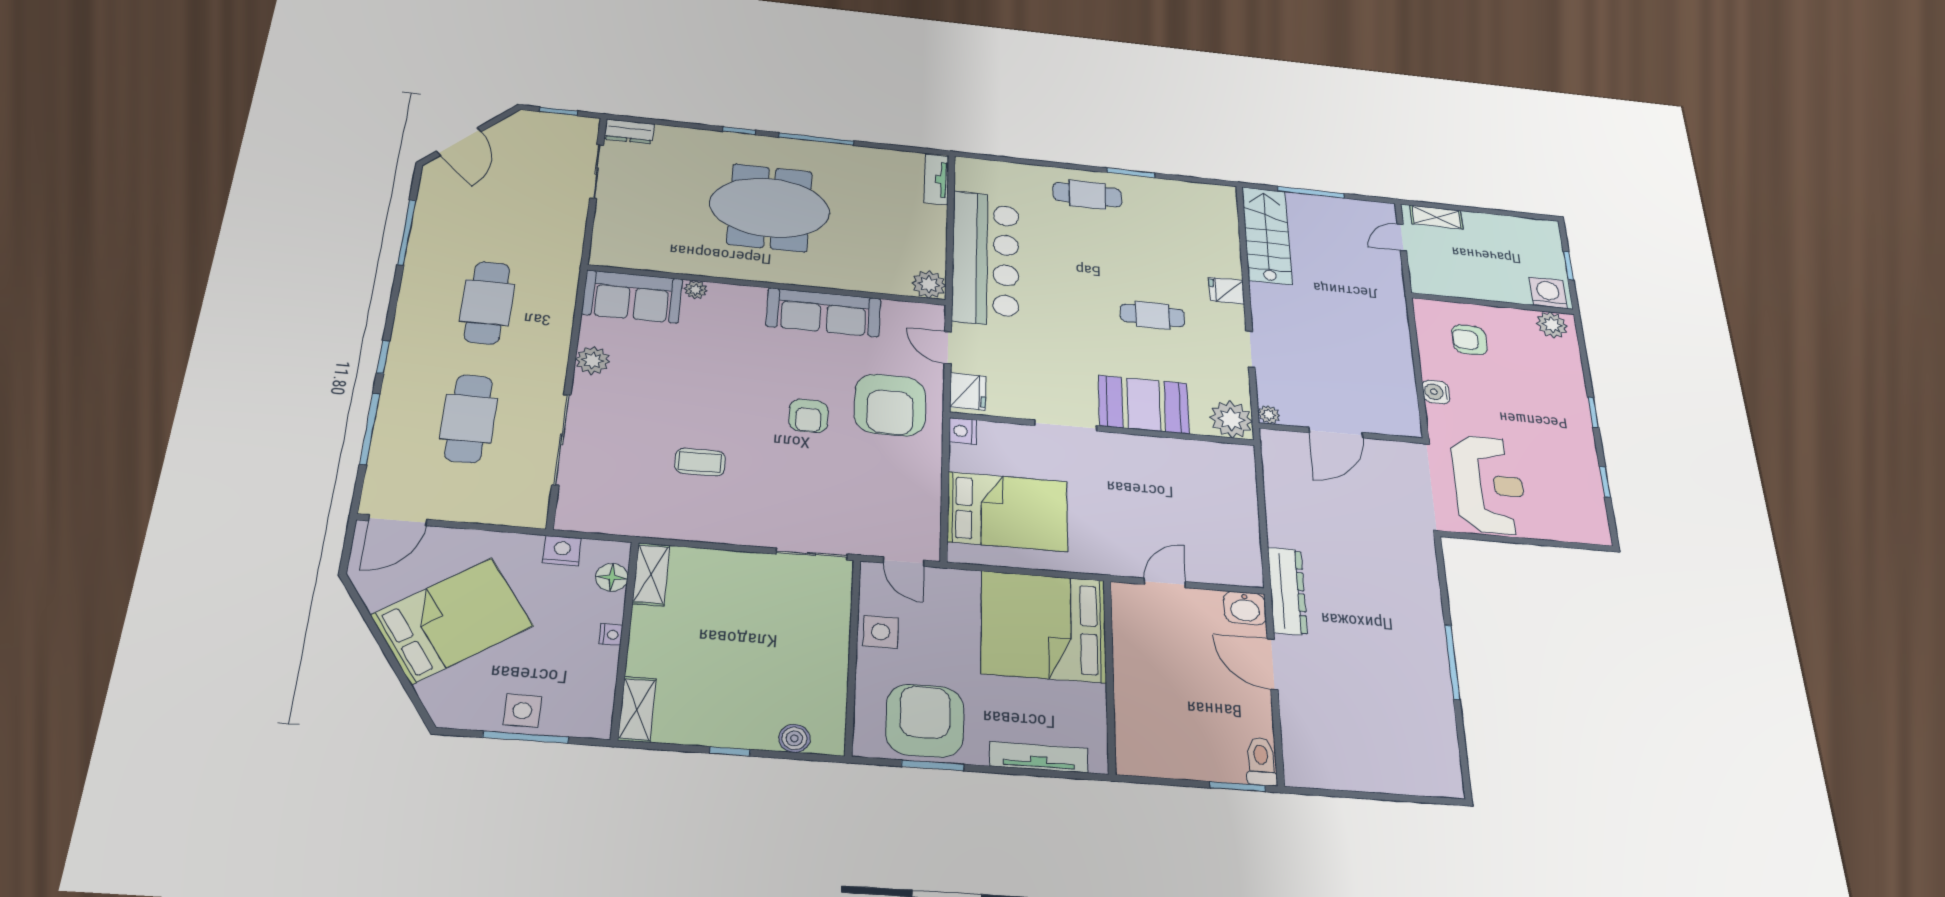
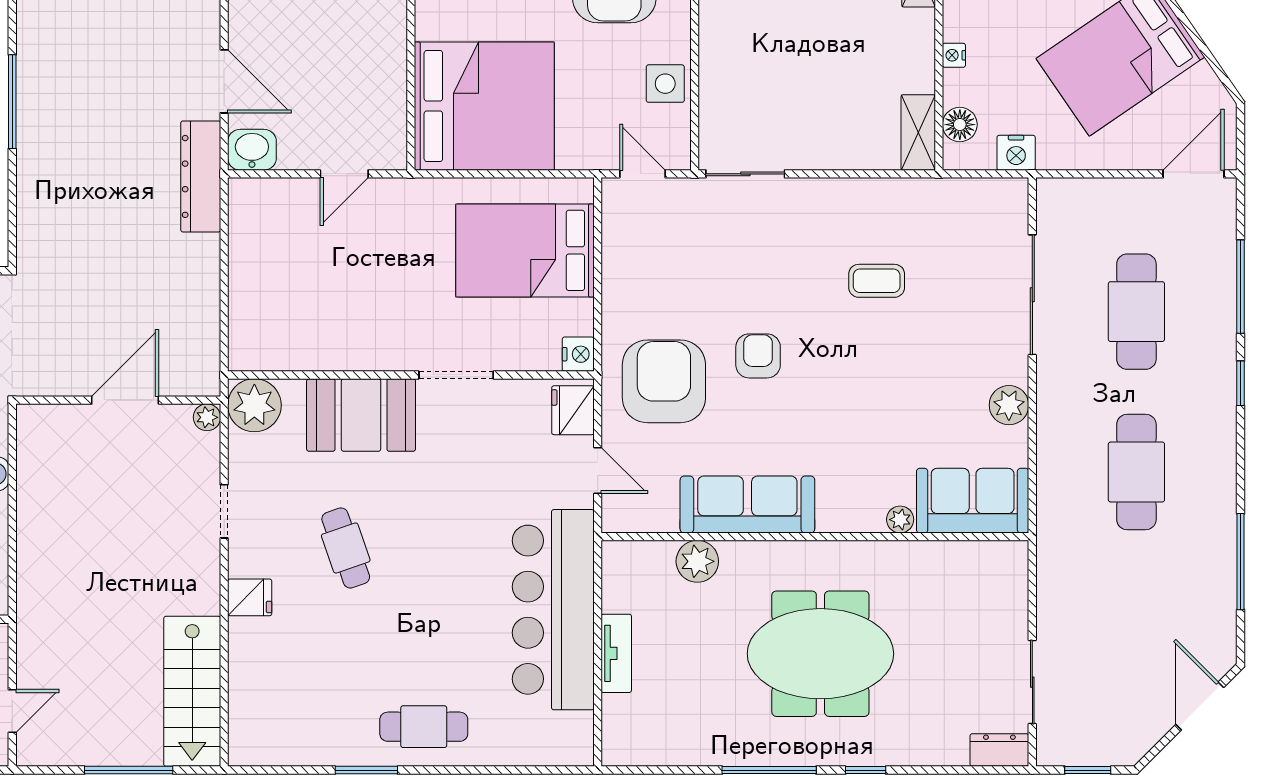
tv unit: (936, 179) -> (616, 653), moved
plant: (929, 284) -> (697, 561), moved
cafe table: (1152, 315) -> (346, 548), turned 71

